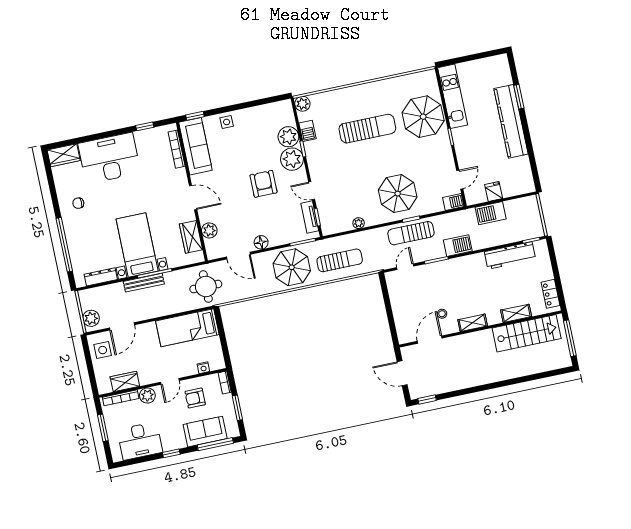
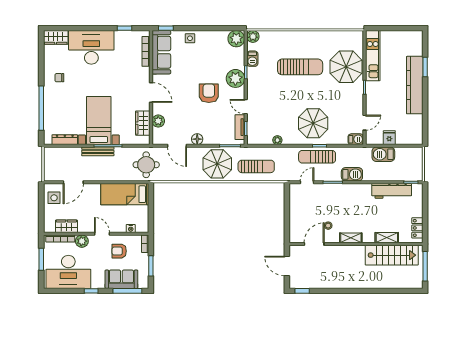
plant: (288, 137) -> (236, 39), moved
plant: (91, 318) -> (50, 171), removed
door: (170, 381) -> (102, 234), swing flipped
desk: (140, 441) -> (68, 272), width x1.36, depth x1.30

